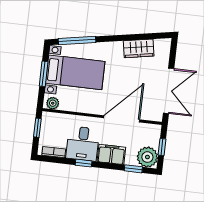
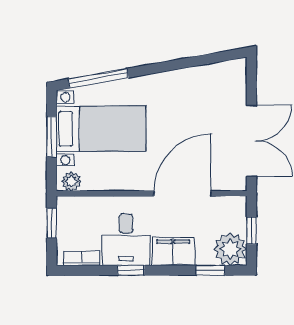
wardrobe: (139, 48) -> (197, 79), removed

